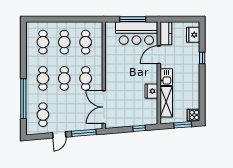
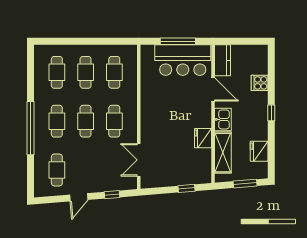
fridge: (193, 35) -> (259, 151), moved
door: (159, 55) -> (213, 89), swing flipped
window: (202, 58) -> (271, 113), moved
window: (23, 99) -> (31, 128), moved
double door: (104, 107) -> (139, 160), width x0.73
cooker: (194, 115) -> (260, 83), moved
window: (84, 133) -> (112, 195), width x0.46

